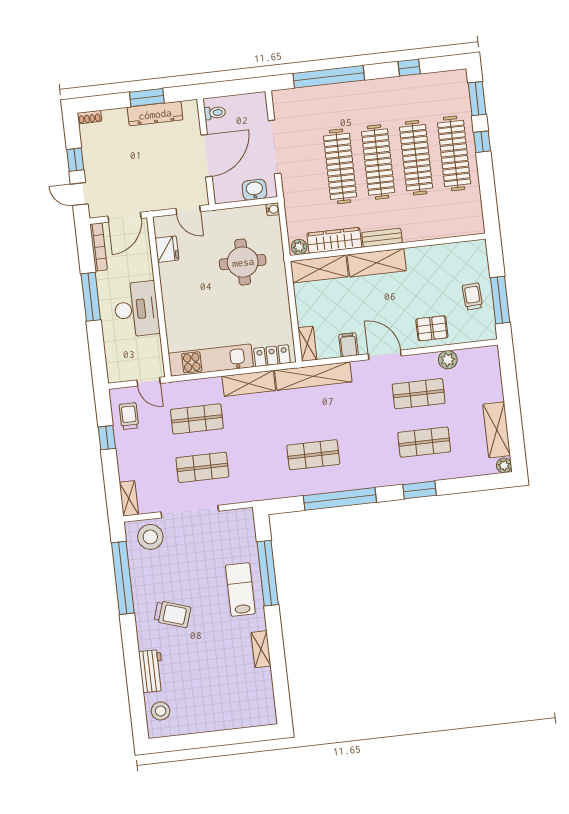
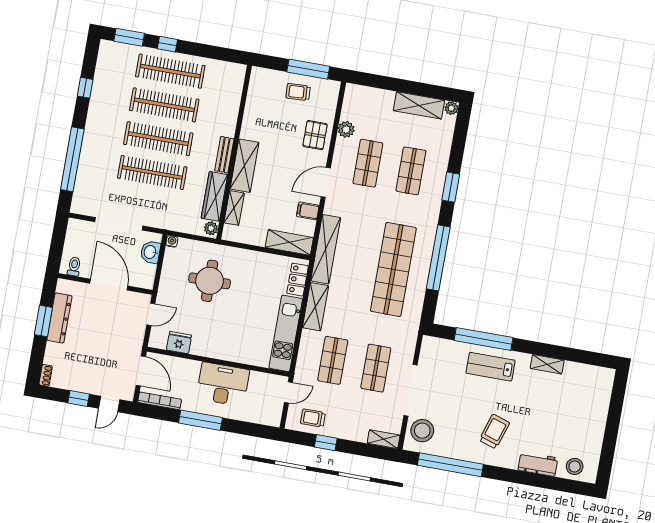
shelving: (319, 269) -> (234, 208), width x0.67, depth x0.75
shelving: (307, 344) -> (289, 242), width x1.50, depth x1.33
shop shelf: (313, 455) -> (393, 269), width x2.00, depth x1.36

